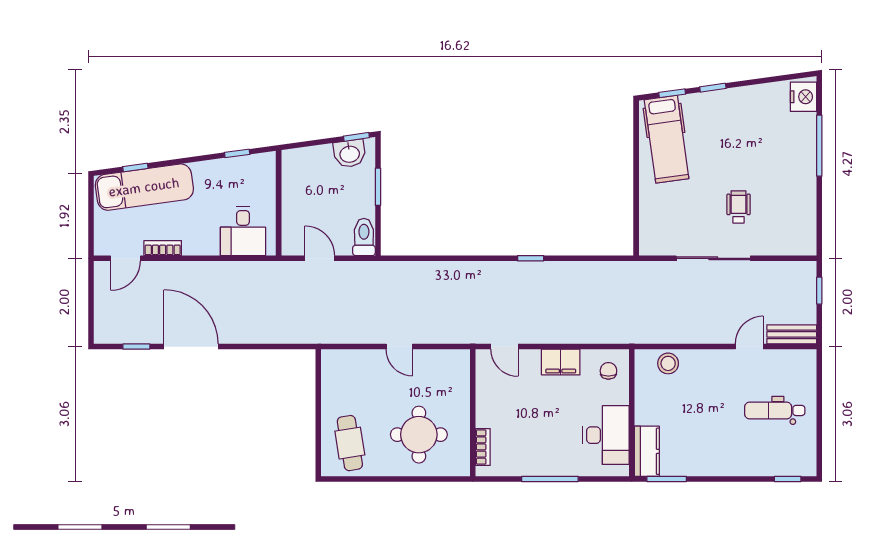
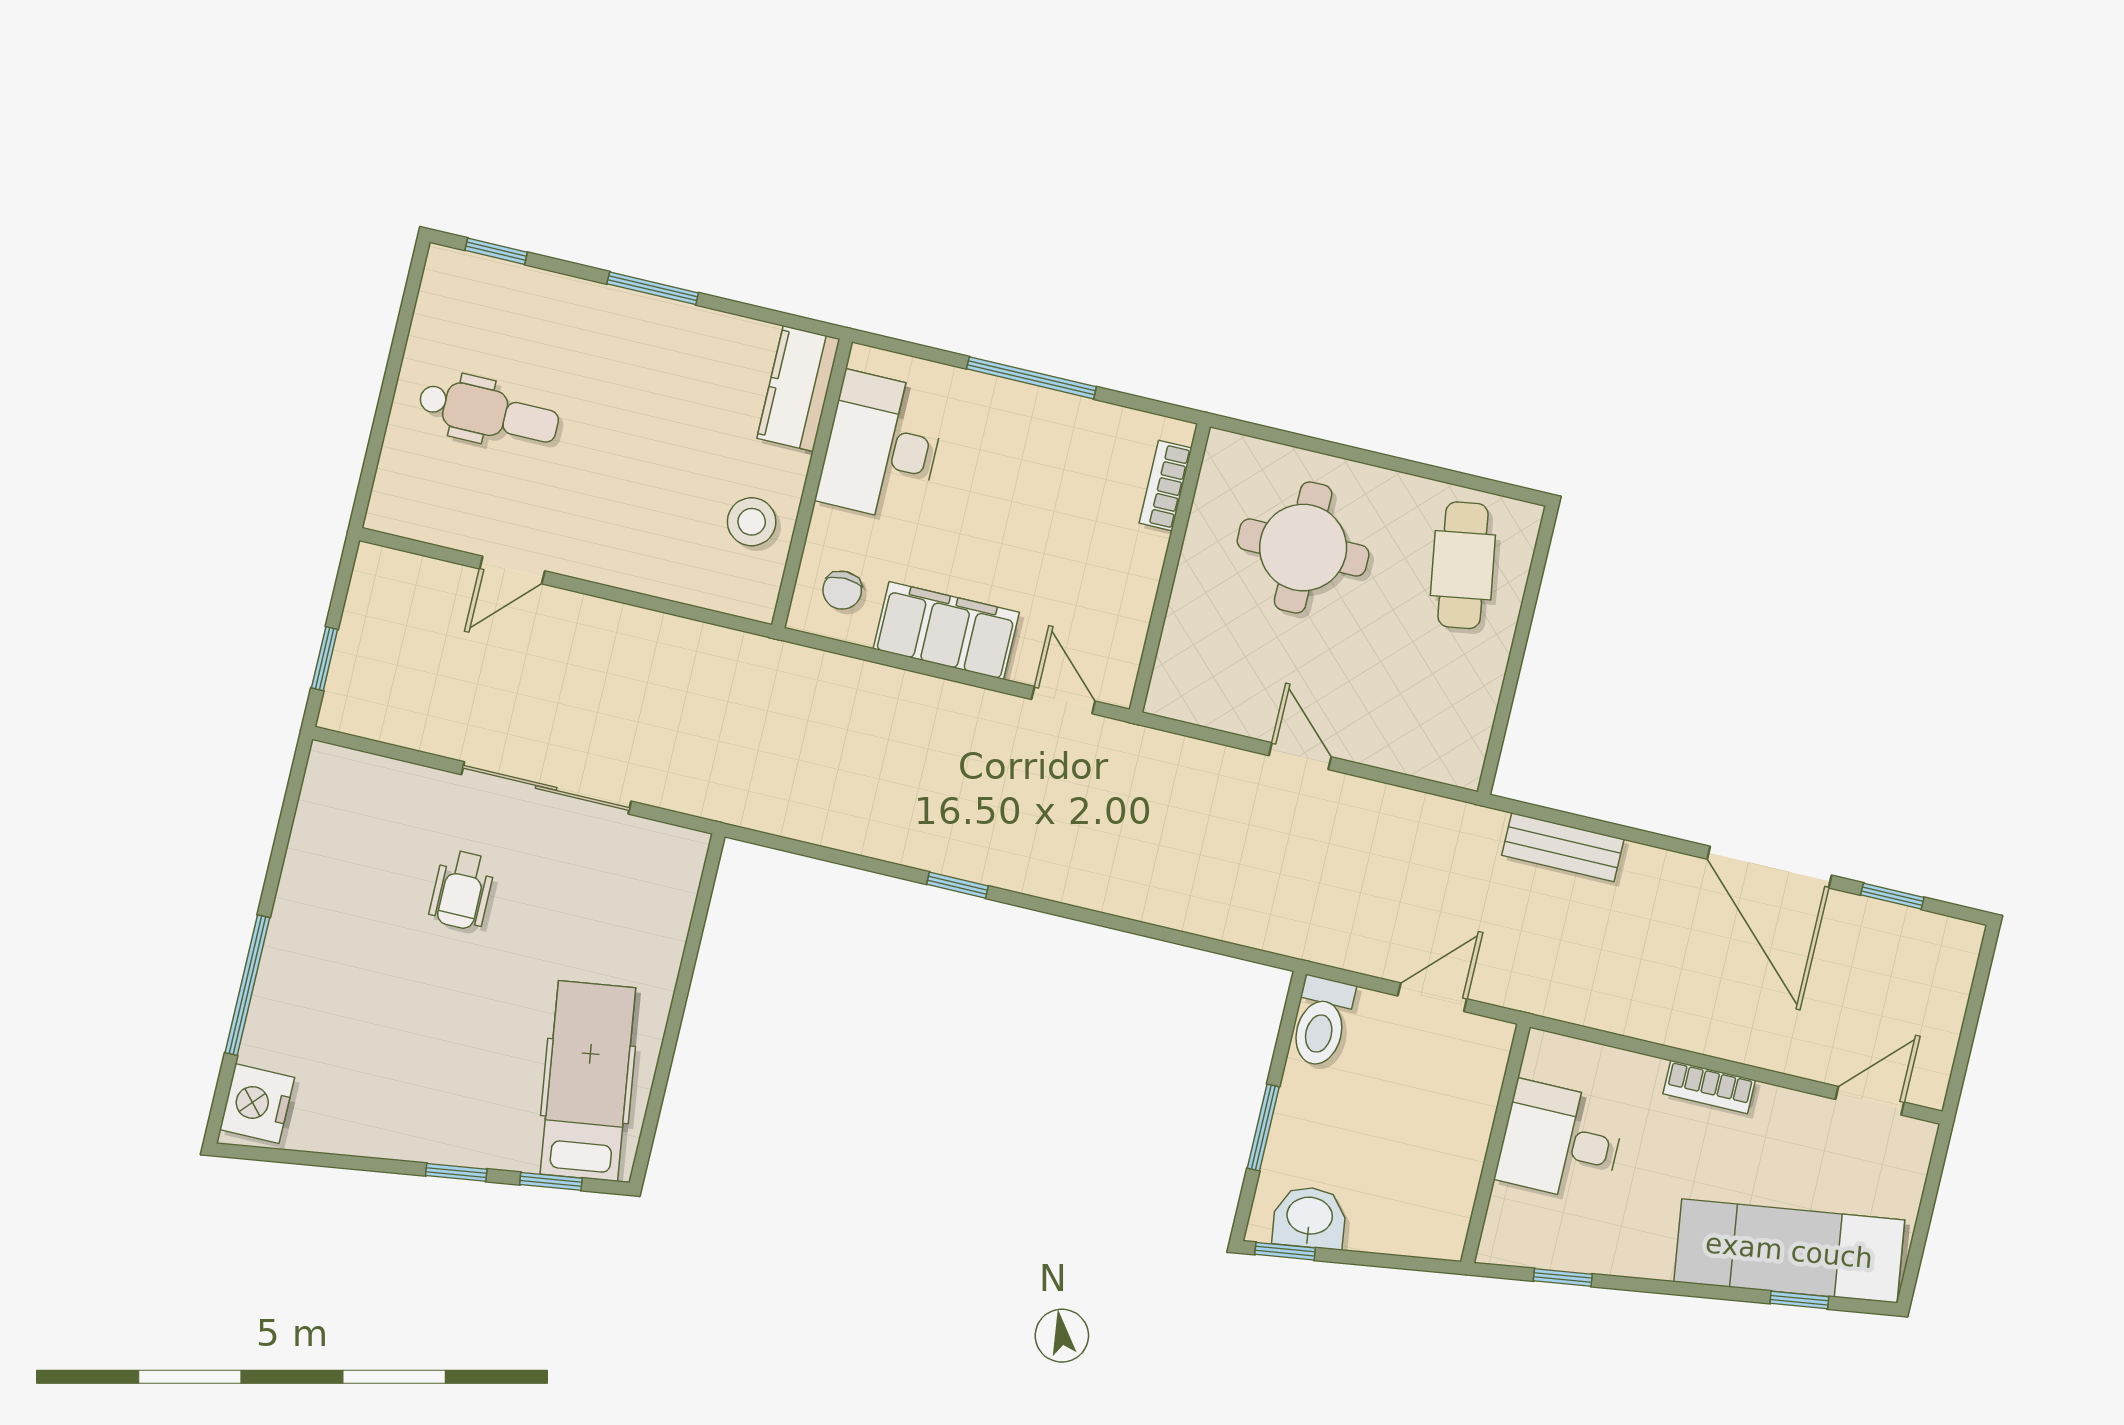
desk: (243, 231) -> (1561, 1141), moved, turned -90
bookcase: (163, 248) -> (1709, 1087), moved
door: (320, 258) -> (1432, 997), swing flipped
bench: (792, 334) -> (1563, 847), moved
filing cabinet: (561, 362) -> (946, 631), width x1.50, depth x1.17
stool: (668, 363) -> (752, 522), moved
window: (667, 479) -> (653, 288), moved

